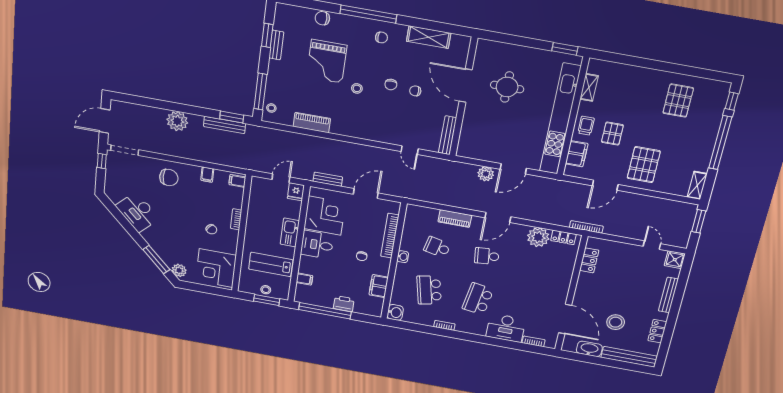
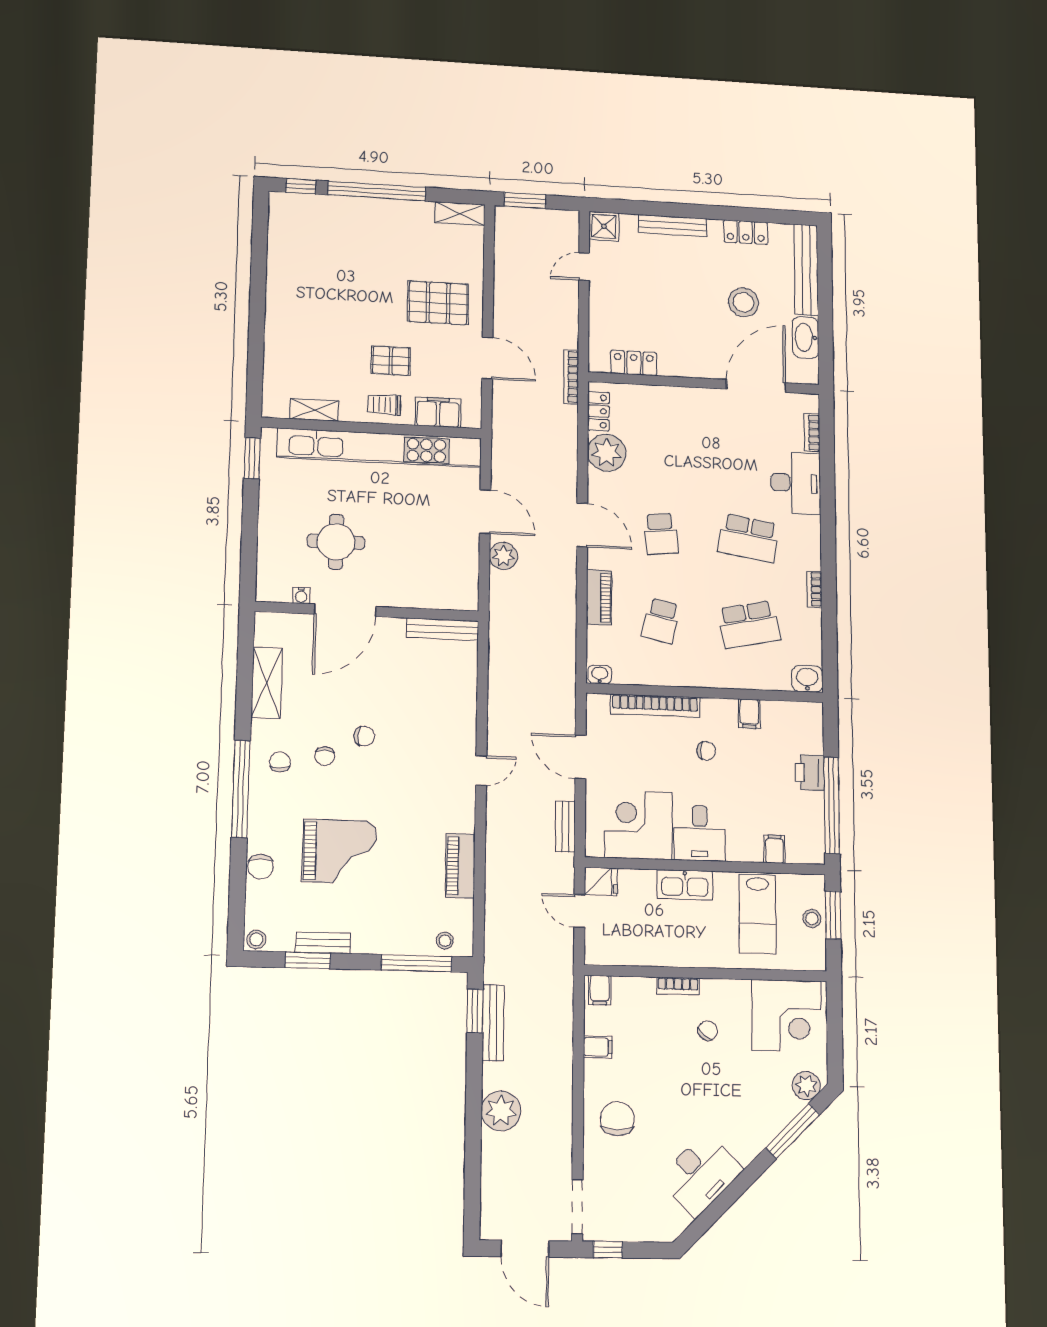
water cooler: (478, 63) -> (301, 595), added
stool: (357, 88) -> (256, 939), moved
chair: (415, 91) -> (325, 756), moved
pallet: (678, 101) -> (314, 268), removed
door: (410, 150) -> (481, 771), moved
washbasin: (403, 257) -> (600, 674), moved
filing cabinet: (379, 286) -> (749, 714), width x0.50

